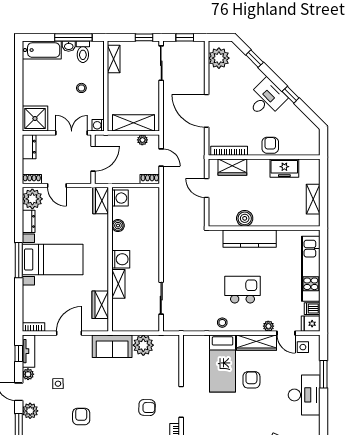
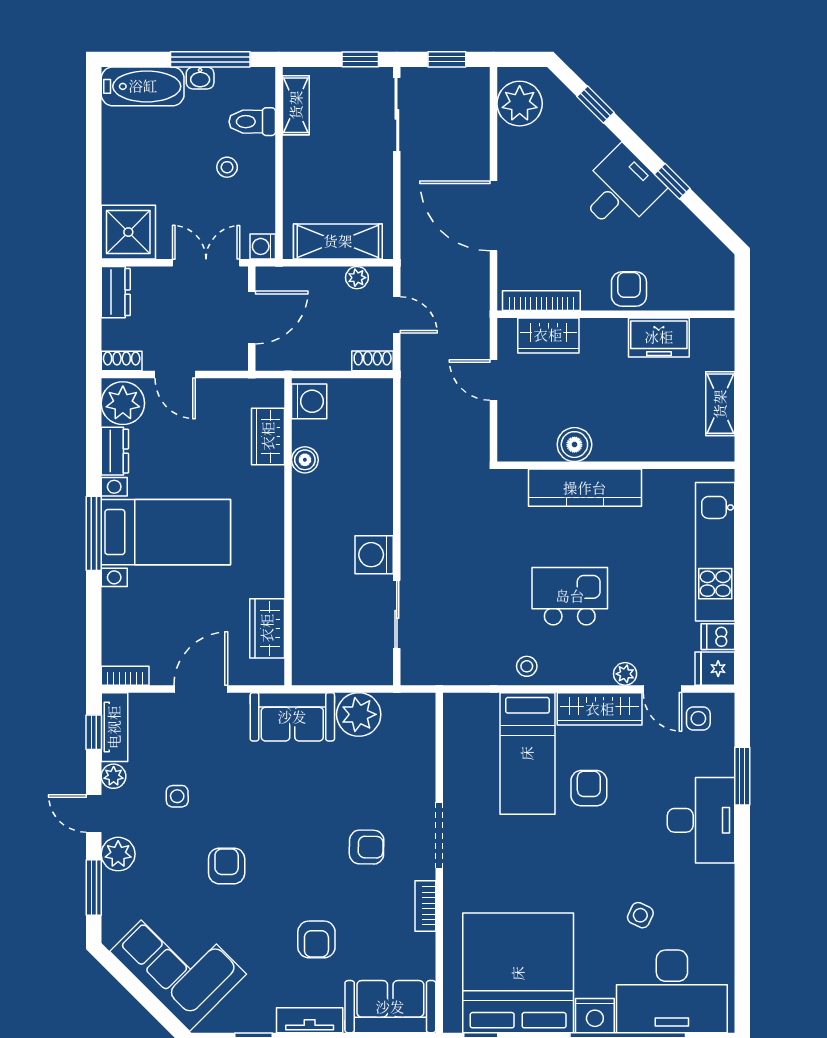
toilet: (83, 52) -> (252, 122), moved, turned 90
wardrobe: (101, 200) -> (268, 436), moved
washing machine: (121, 259) -> (374, 555), moved, turned 180
shelving: (118, 284) -> (306, 584), removed

